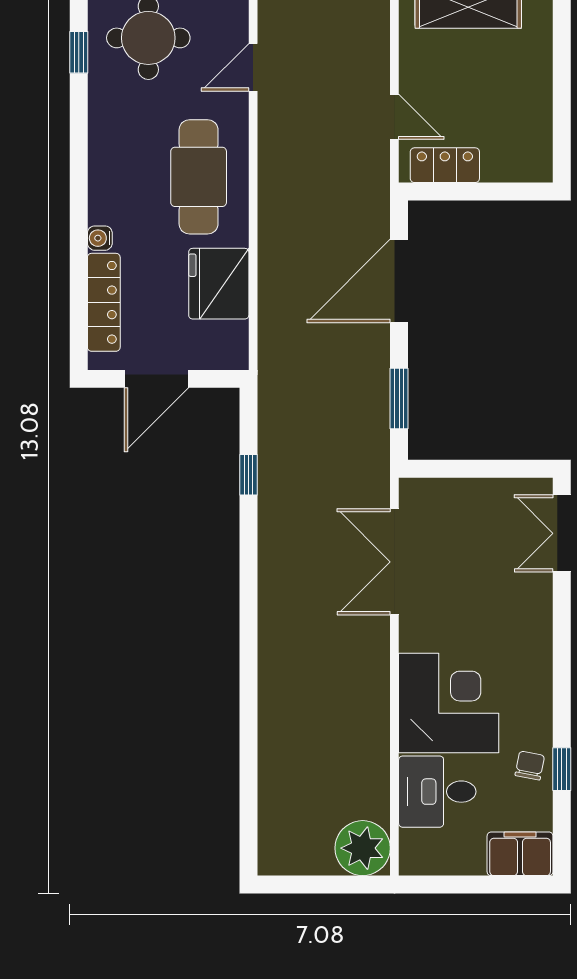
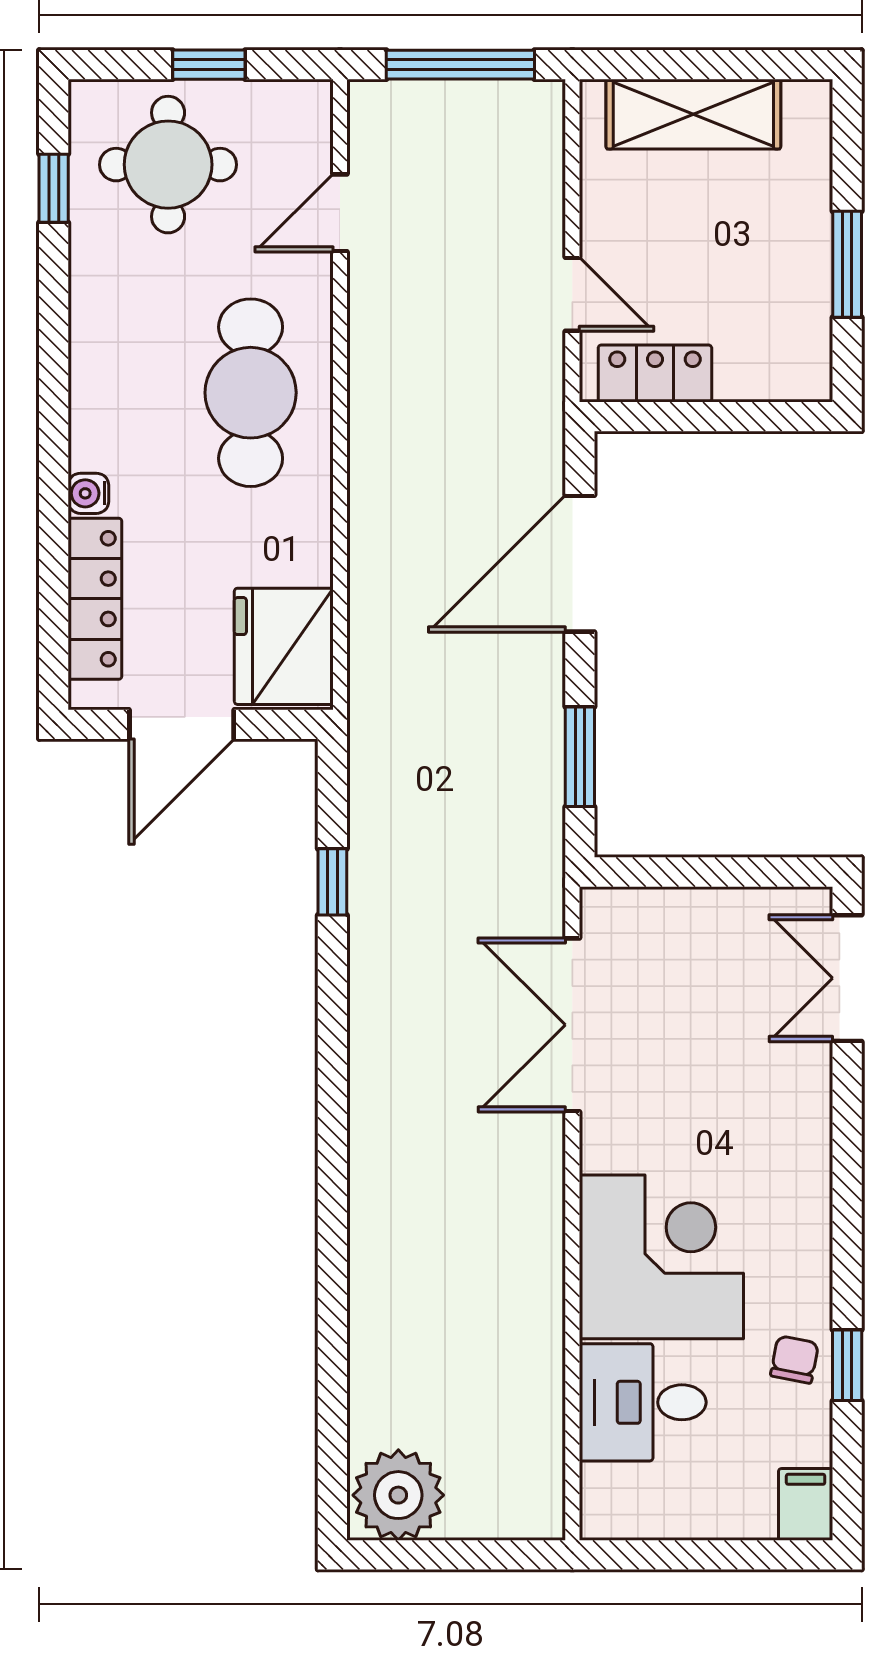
window: (562, 99) -> (847, 264), added
fridge: (219, 284) -> (284, 646), moved
plant: (363, 848) -> (398, 1495), moved
filing cabinet: (520, 854) -> (806, 1504), width x0.50

